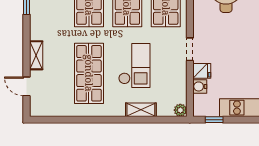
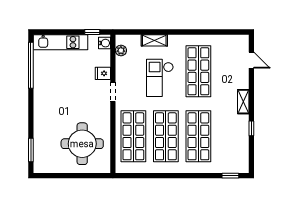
shelving: (36, 55) -> (243, 102), moved
water cooler: (200, 86) -> (105, 43), moved
plant: (180, 110) -> (121, 50), moved

